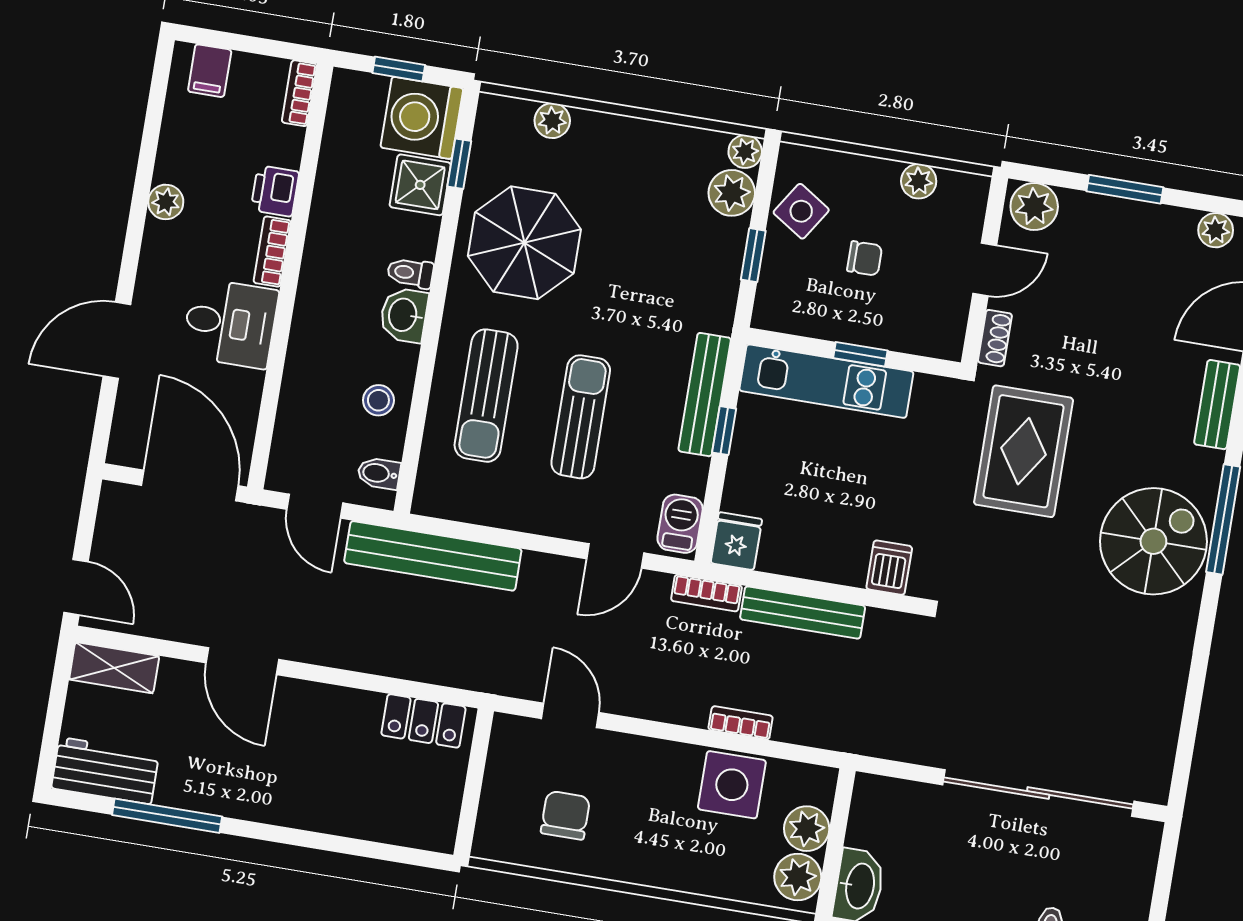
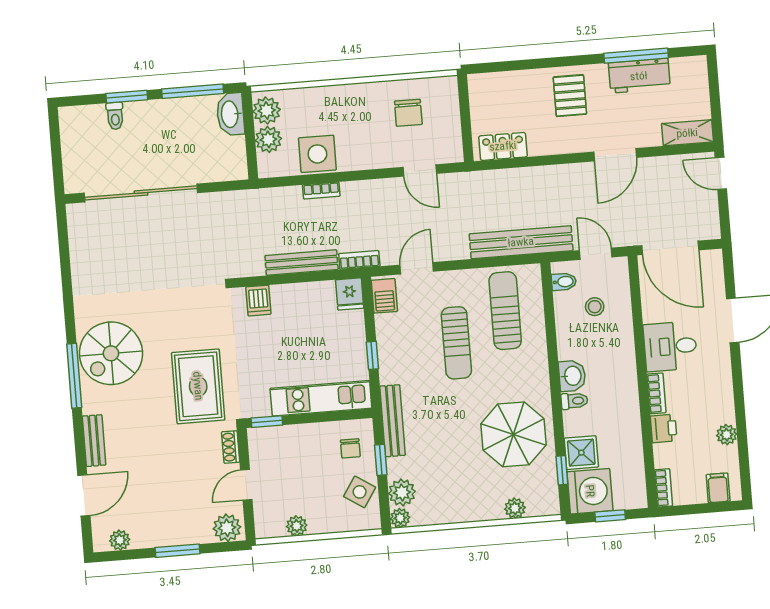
plant: (166, 202) -> (727, 435), moved
chair: (865, 258) -> (350, 448), moved, turned -90
window: (860, 354) -> (267, 422), moved
bench: (705, 395) -> (392, 421), moved
sun lounger: (486, 396) -> (505, 311), moved
stool: (378, 400) -> (595, 307), moved
door: (242, 661) -> (615, 155), swing flipped
workbench: (105, 771) -> (639, 76), moved
pallet: (292, 777) -> (570, 96), added

